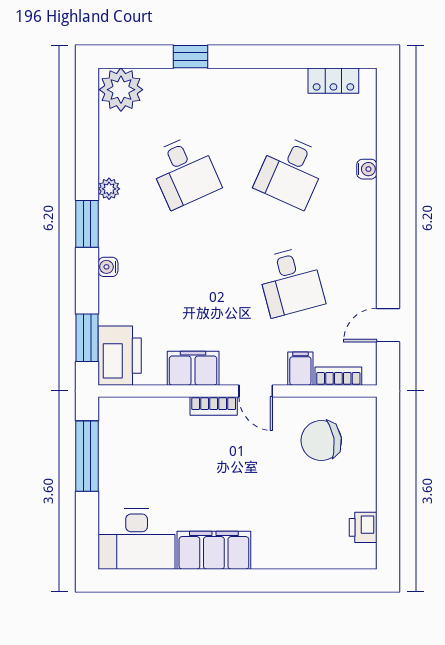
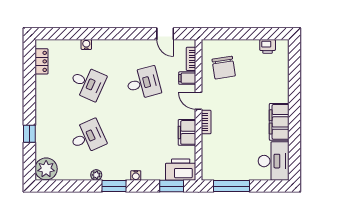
door: (256, 391) -> (199, 101), swing flipped

